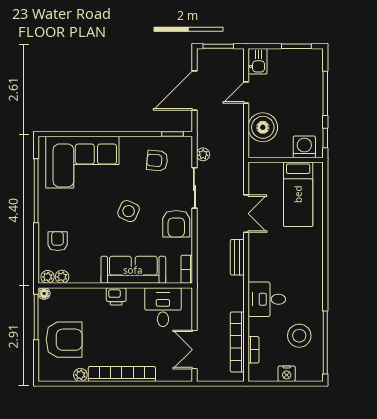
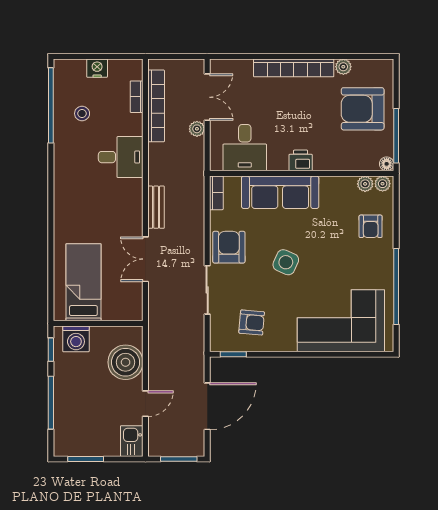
plant: (203, 154) -> (197, 129), moved
stool: (299, 336) -> (82, 114), width x0.53, depth x0.53

